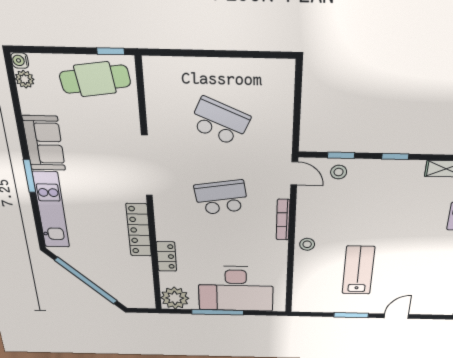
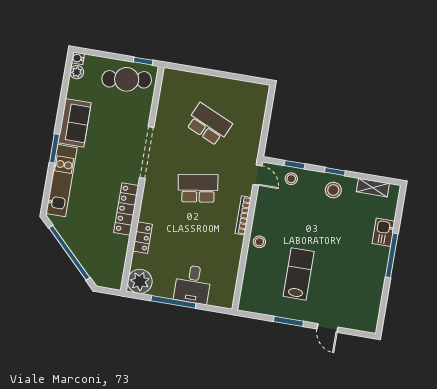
stool: (395, 178) -> (333, 190), added
desk: (236, 289) -> (193, 284), width x0.53, depth x0.77
door: (396, 316) -> (327, 328), swing flipped

